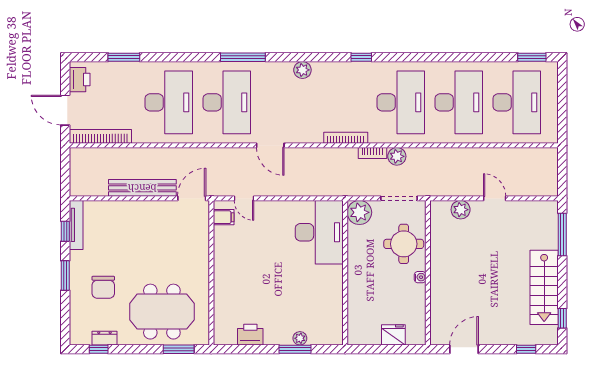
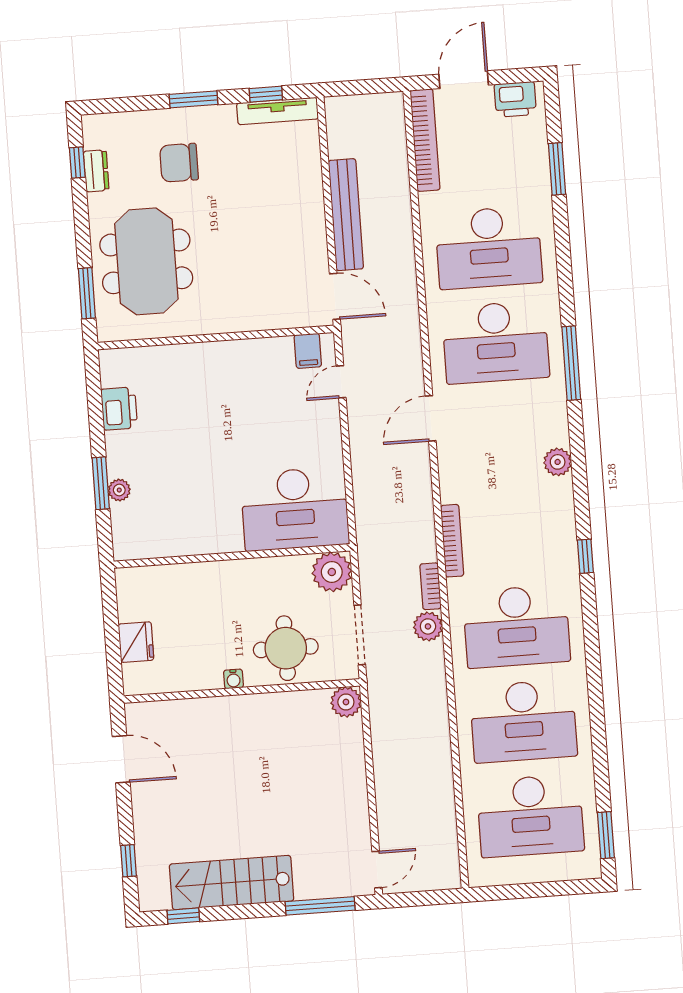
door: (495, 198) -> (377, 870), moved
plant: (461, 210) -> (346, 702), moved

